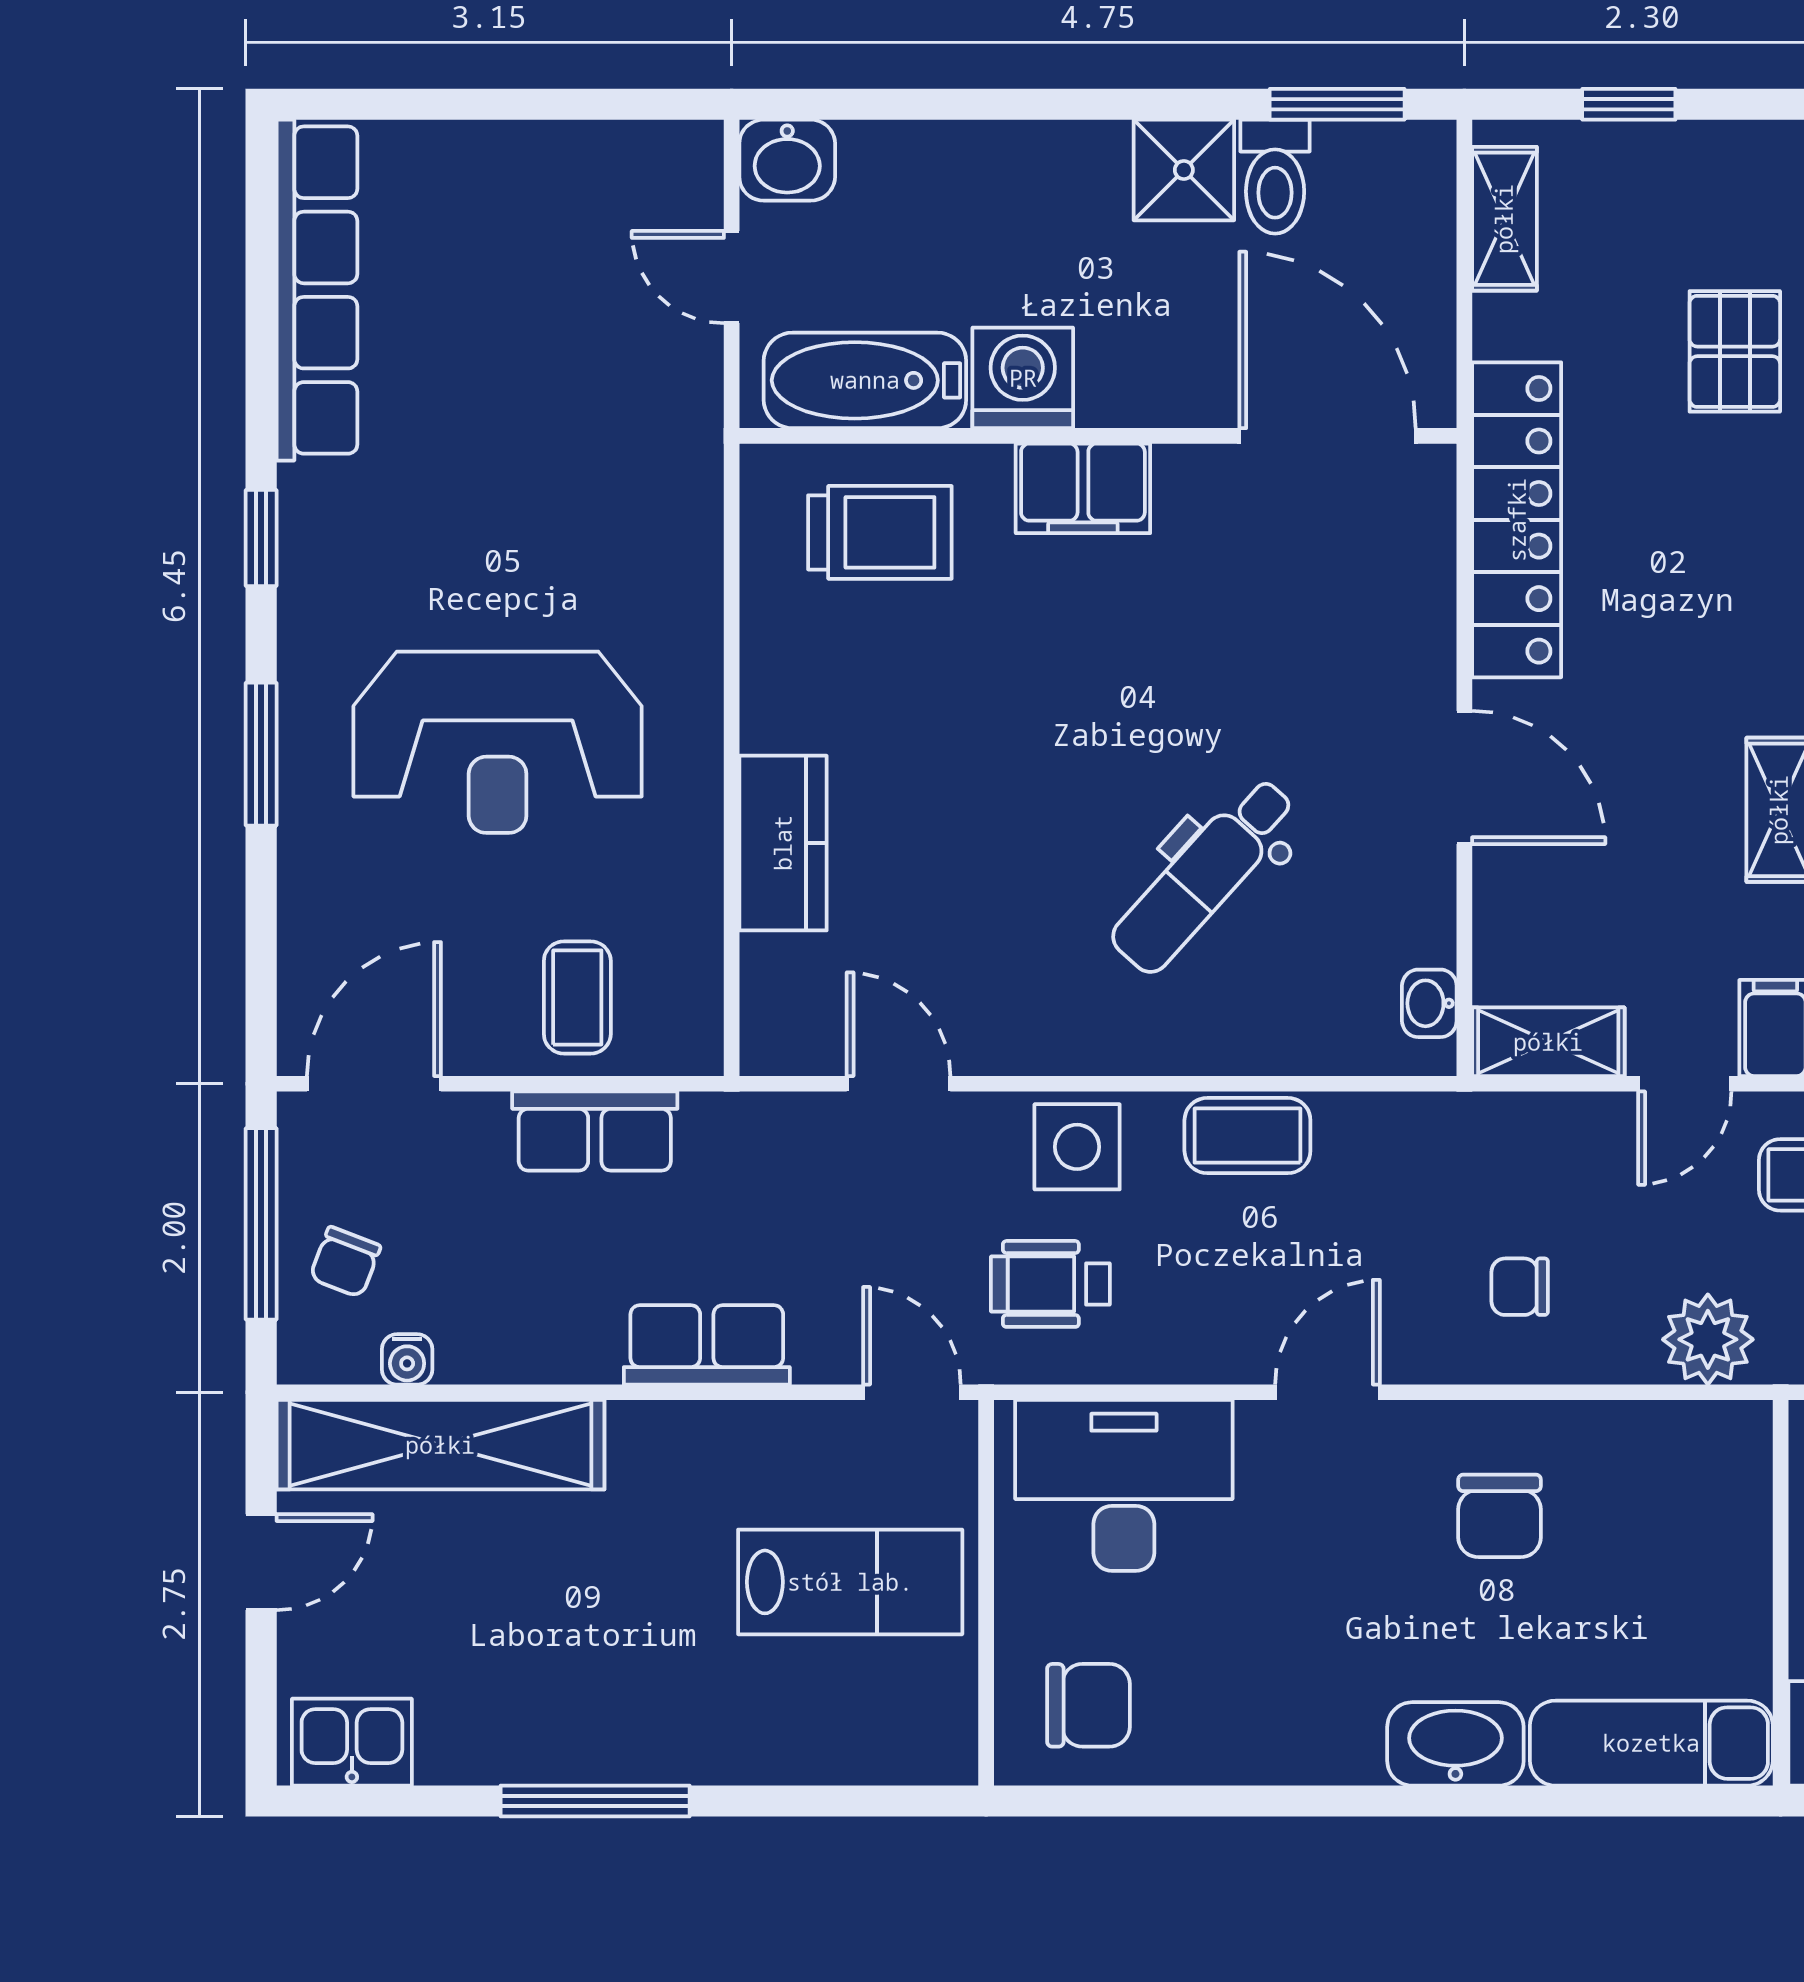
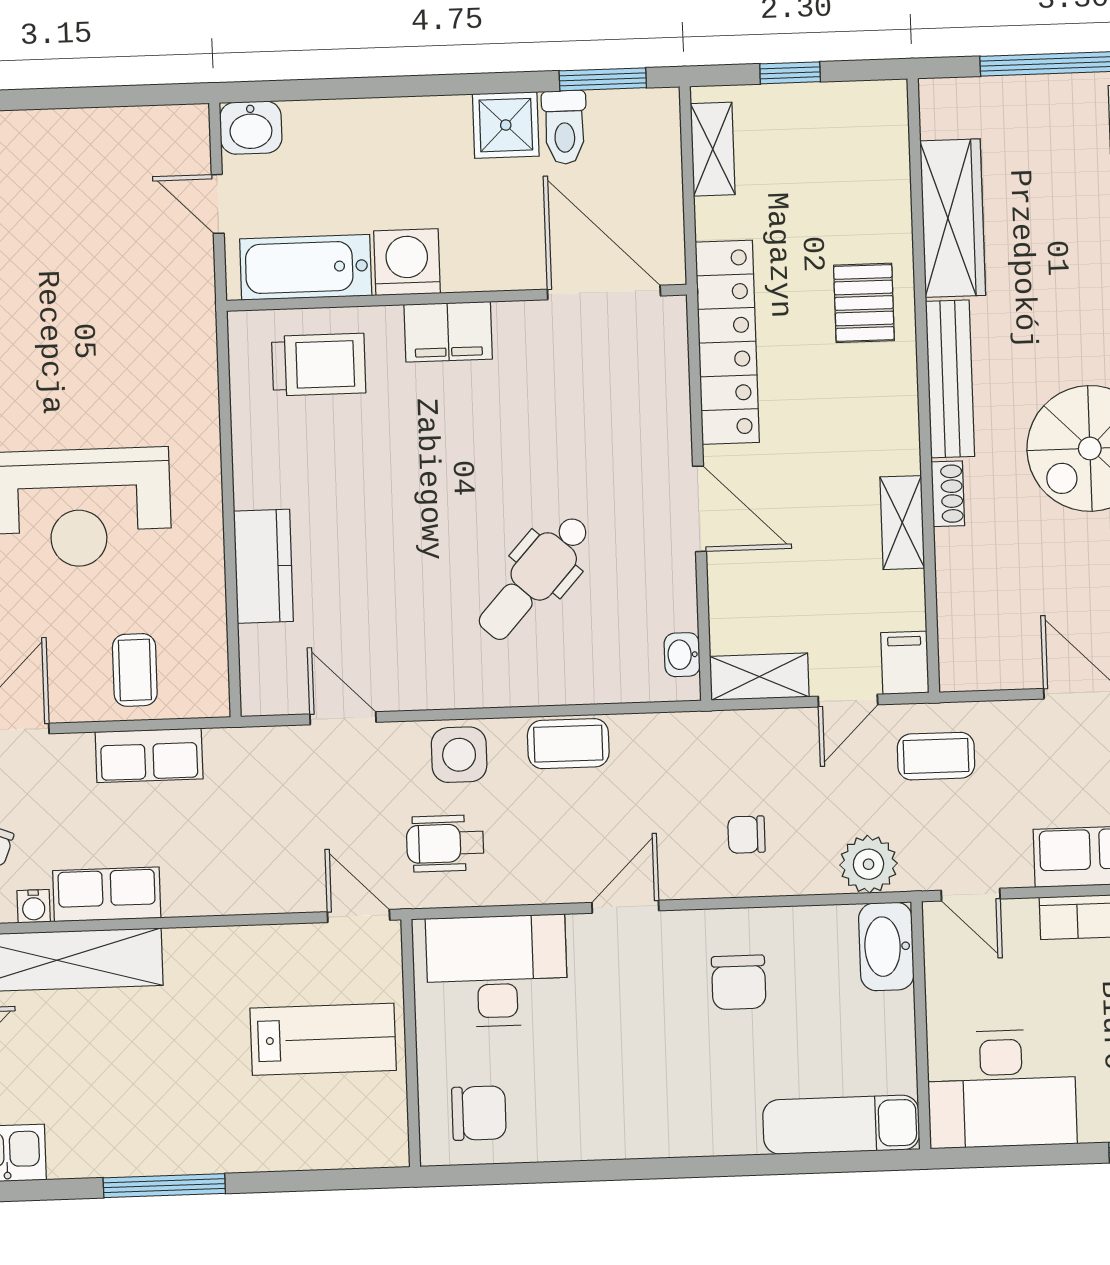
pallet: (1735, 351) -> (864, 303), moved
row of seats: (707, 1345) -> (107, 894), moved
washbasin: (1455, 1744) -> (886, 946), moved, turned -90

